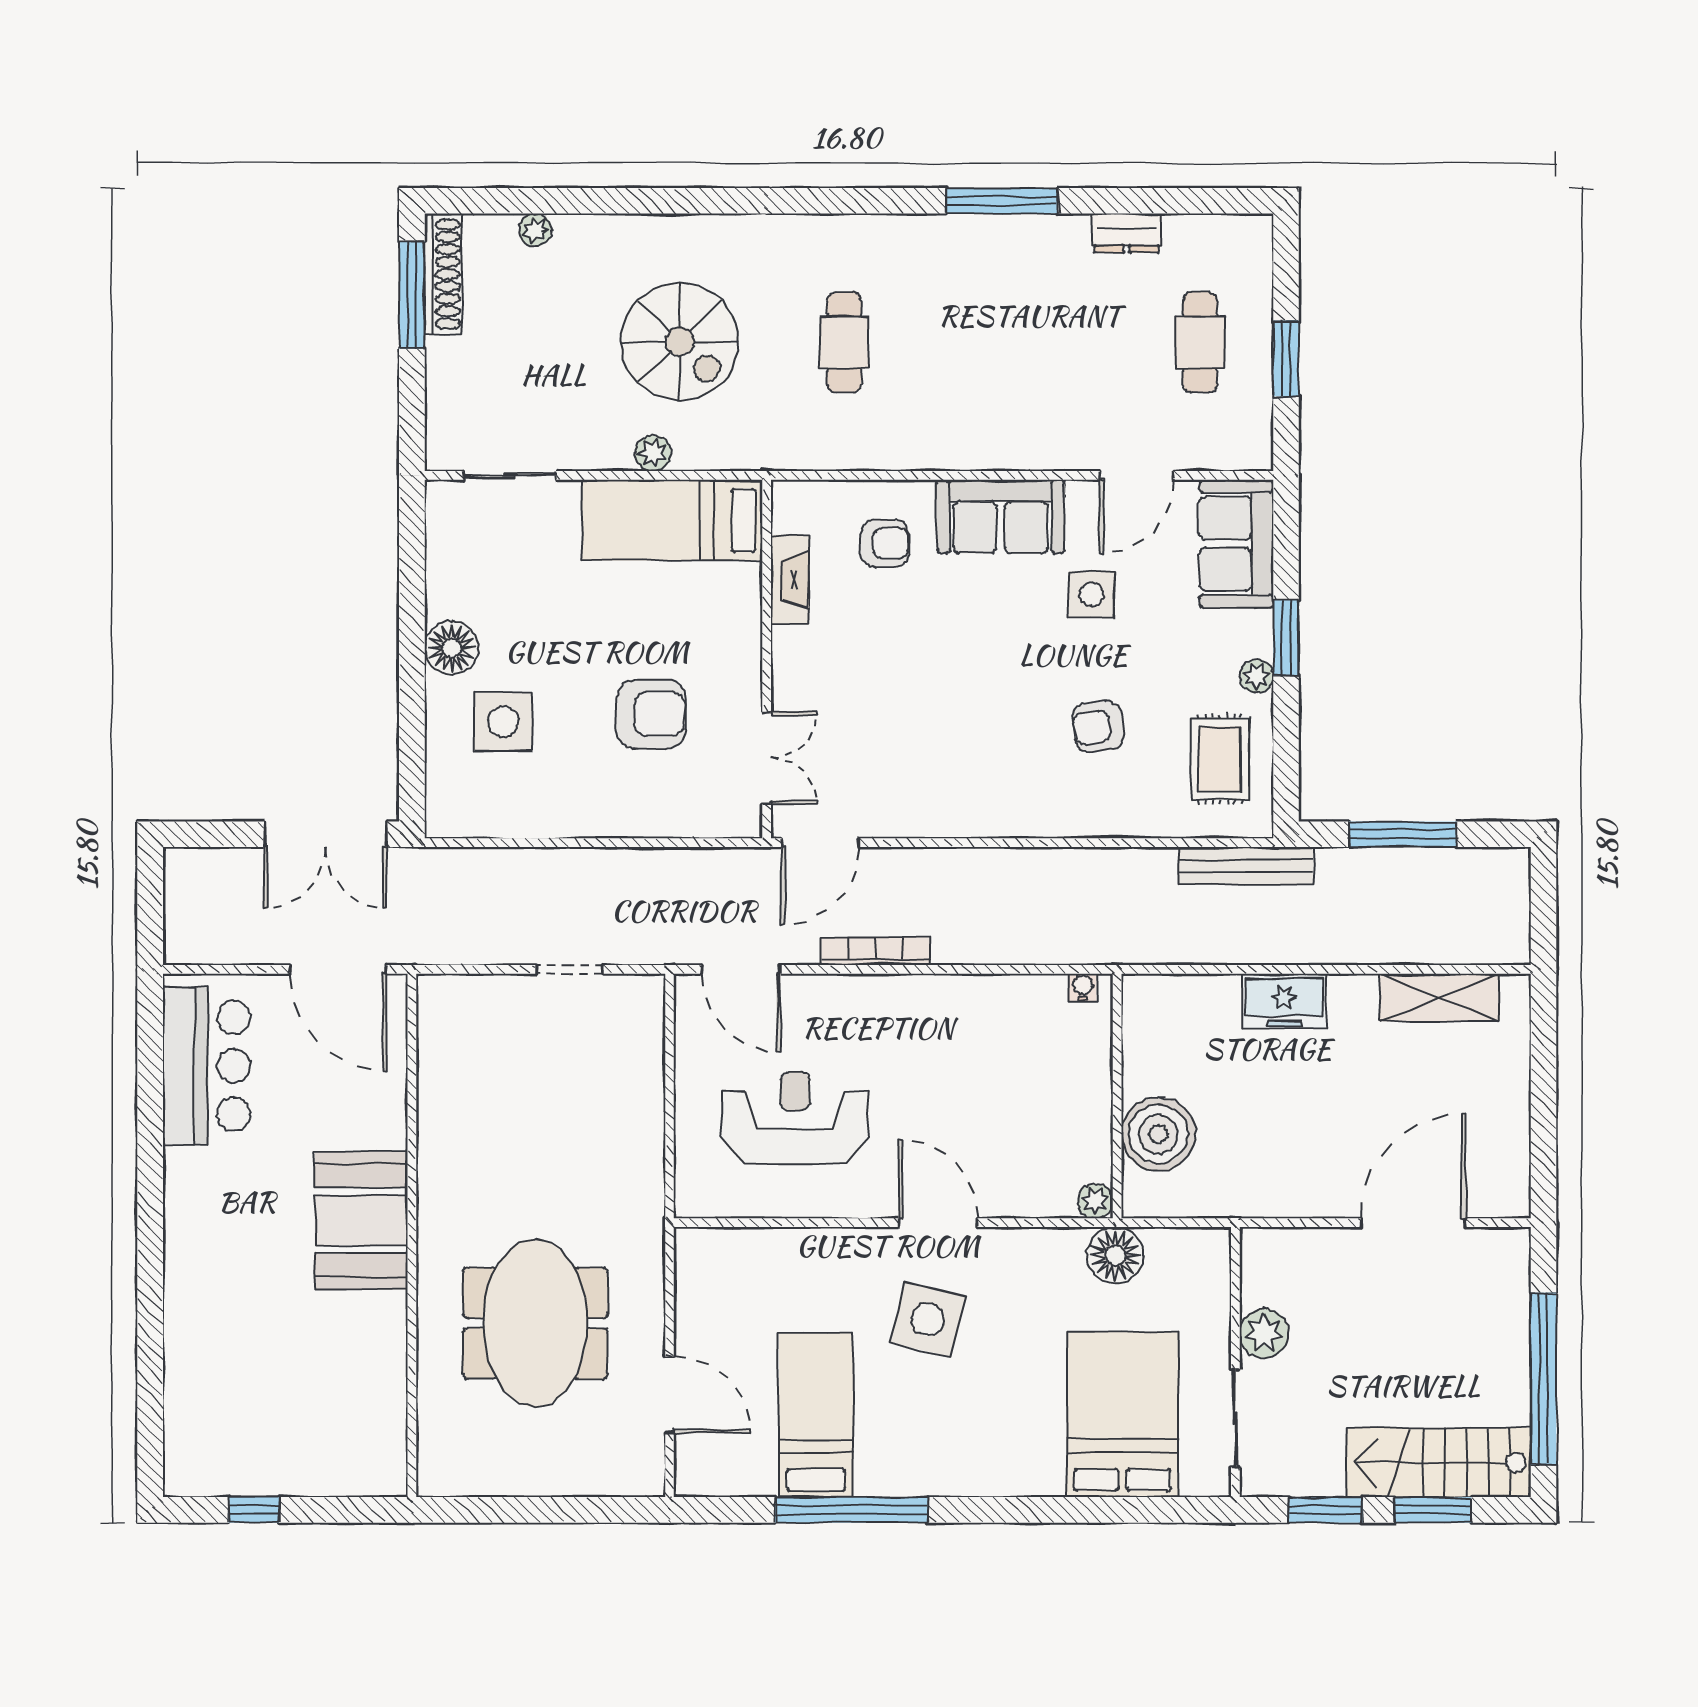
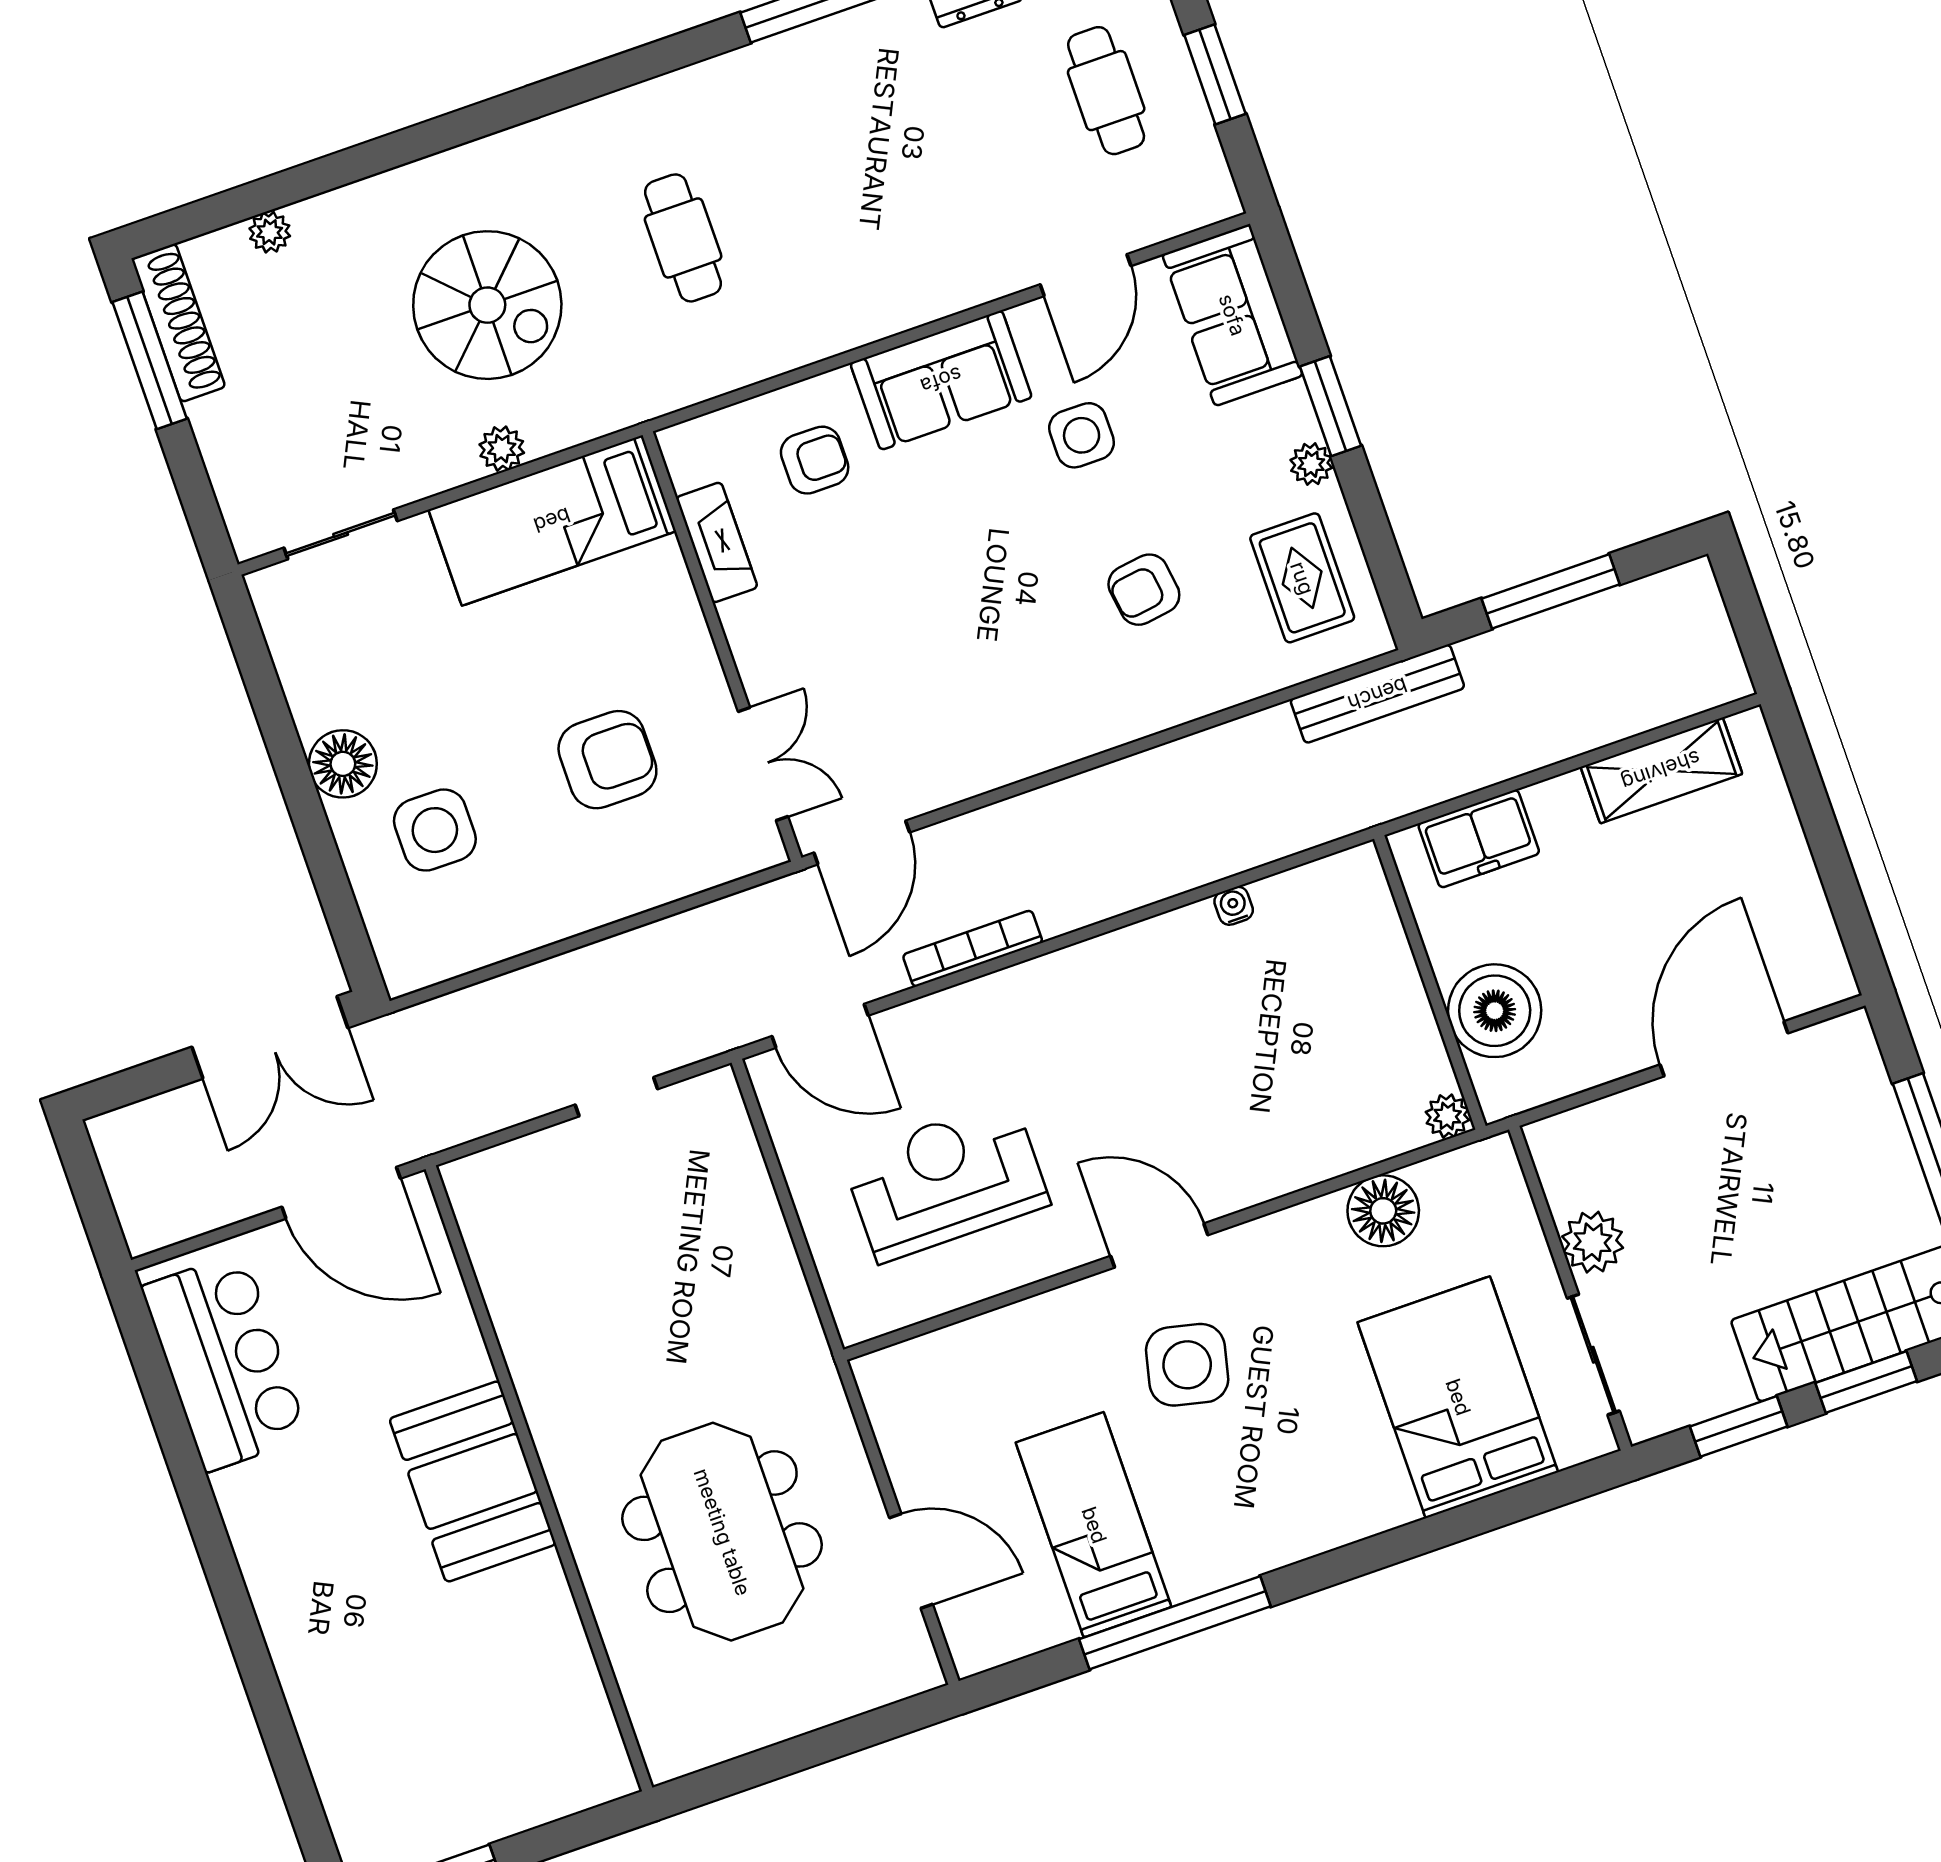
wall: (1117, 1096) -> (1430, 982), moved
boiler: (1158, 1134) -> (1495, 1011), moved
plant: (1095, 1201) -> (1447, 1116), moved

